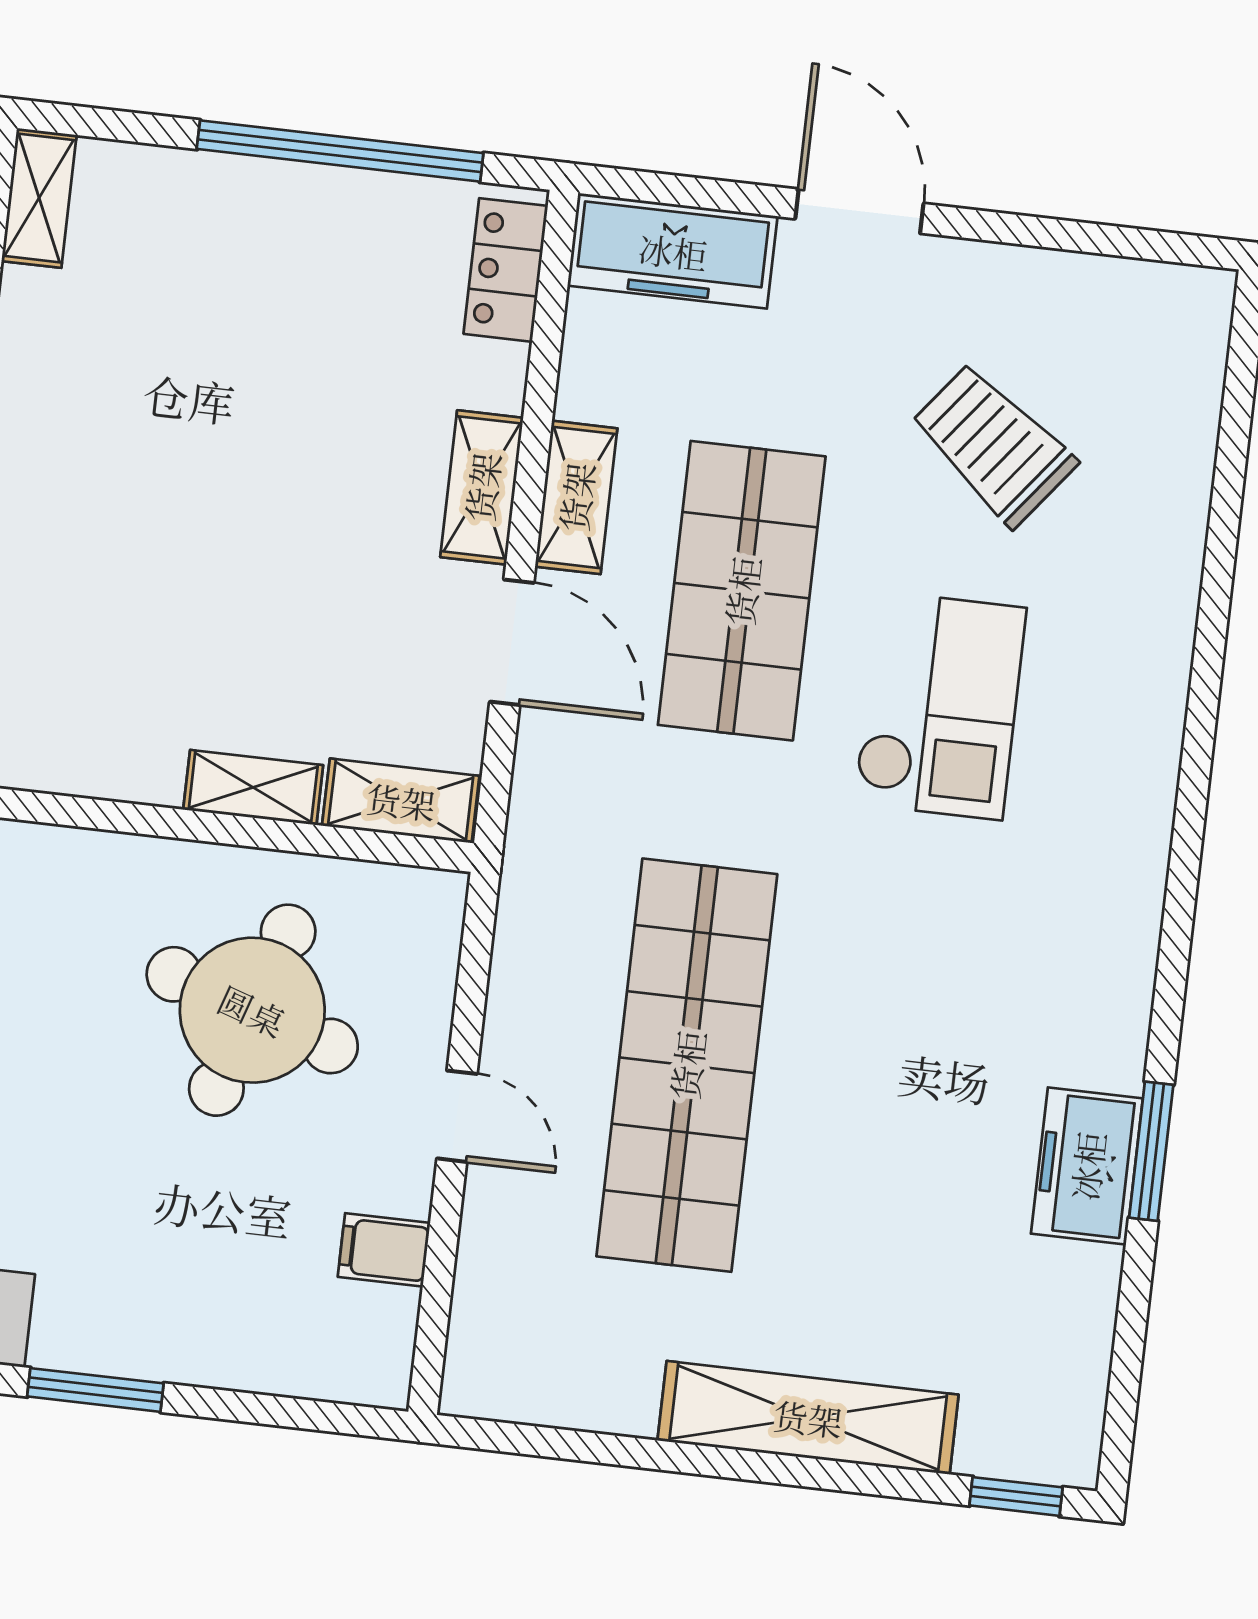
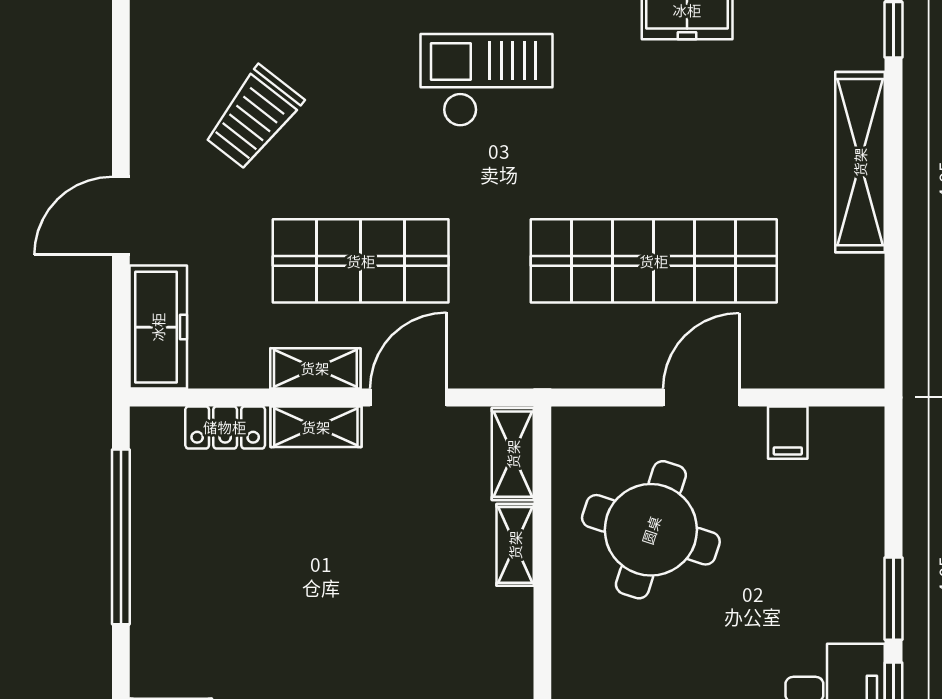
locker: (506, 270) -> (225, 427), moved
checkout: (940, 706) -> (486, 80), moved
door: (457, 1116) -> (701, 397), width x1.38

